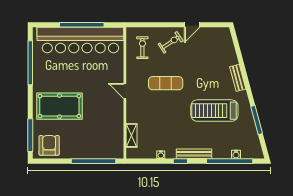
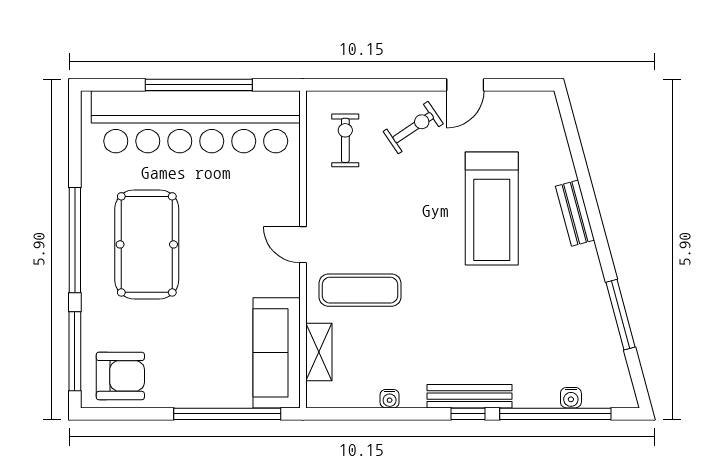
window: (30, 63) -> (75, 240), moved
exercise mat: (166, 83) -> (360, 290), moved
pool table: (59, 106) -> (147, 244), moved, turned 90
treadmill: (214, 111) -> (492, 209), moved, turned -90
sofa: (114, 136) -> (277, 353), added
armchair: (49, 145) -> (120, 376), turned 90
window: (180, 161) -> (468, 414), moved

